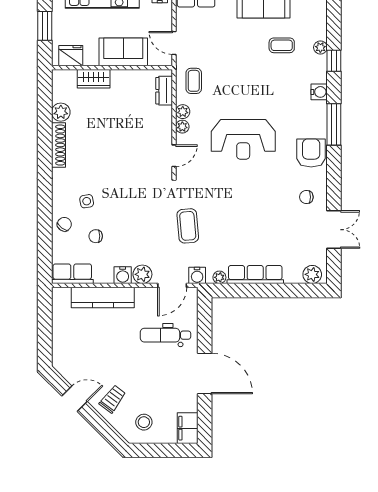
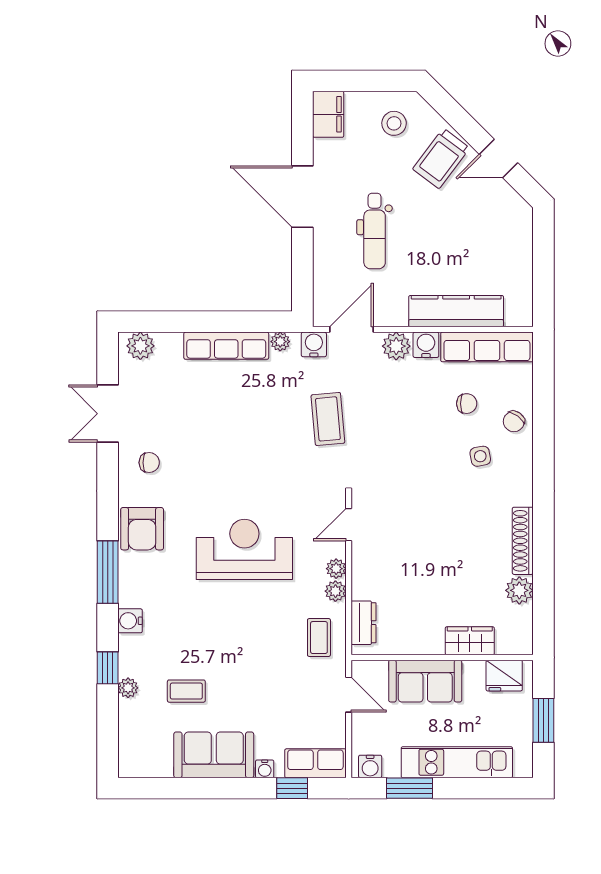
row of seats: (72, 274) -> (487, 347), width x1.48
dental chair: (165, 335) -> (375, 231), moved, turned 90
trolley: (113, 399) -> (441, 158), width x1.36, depth x1.39

